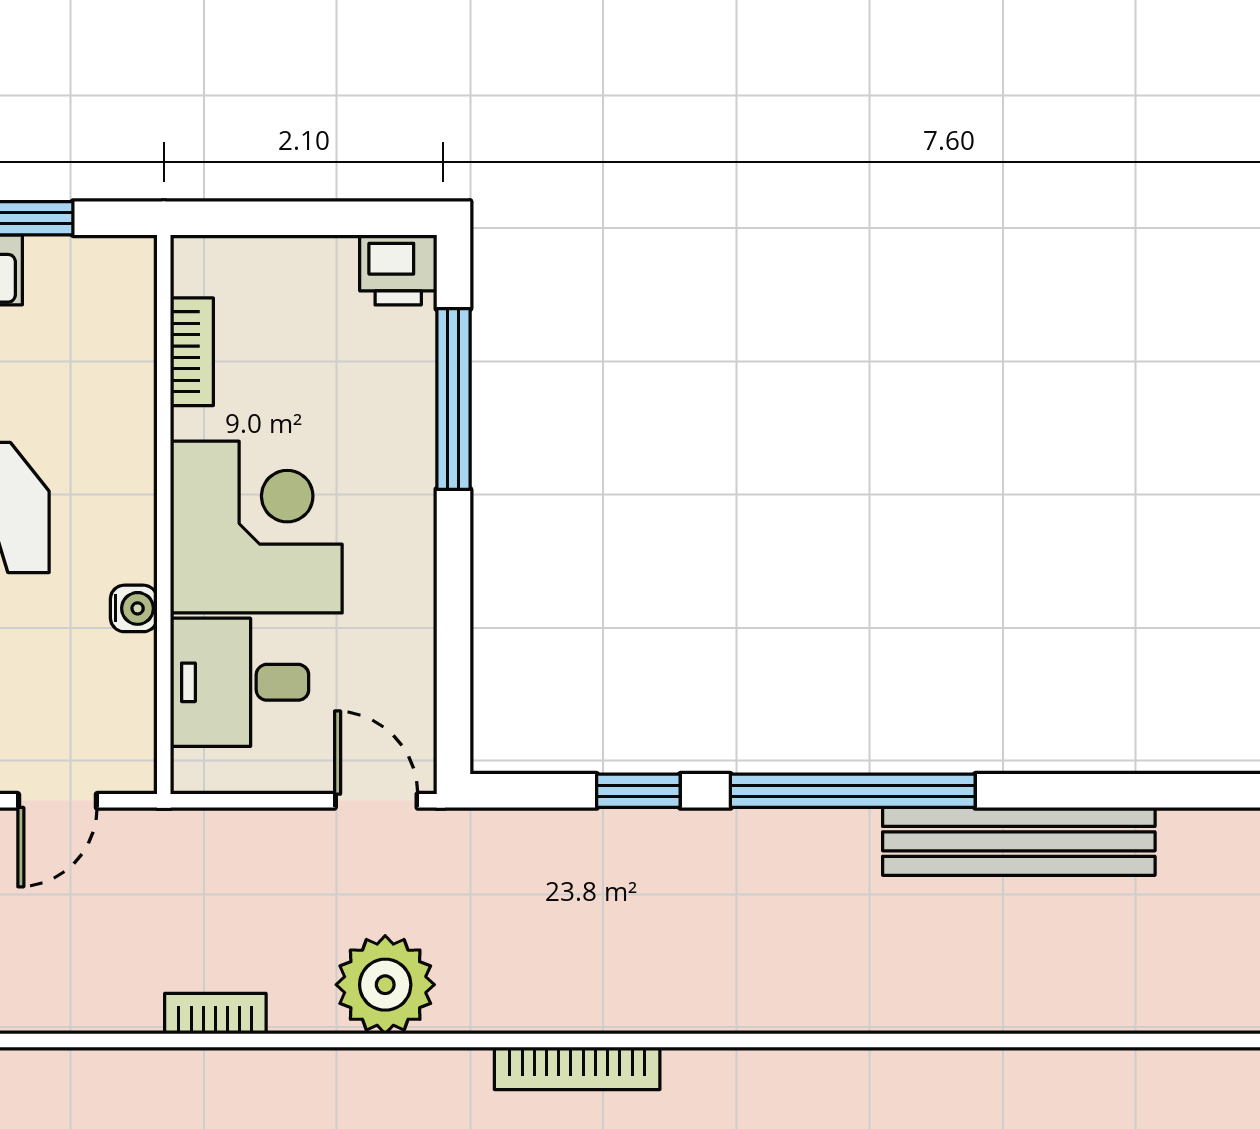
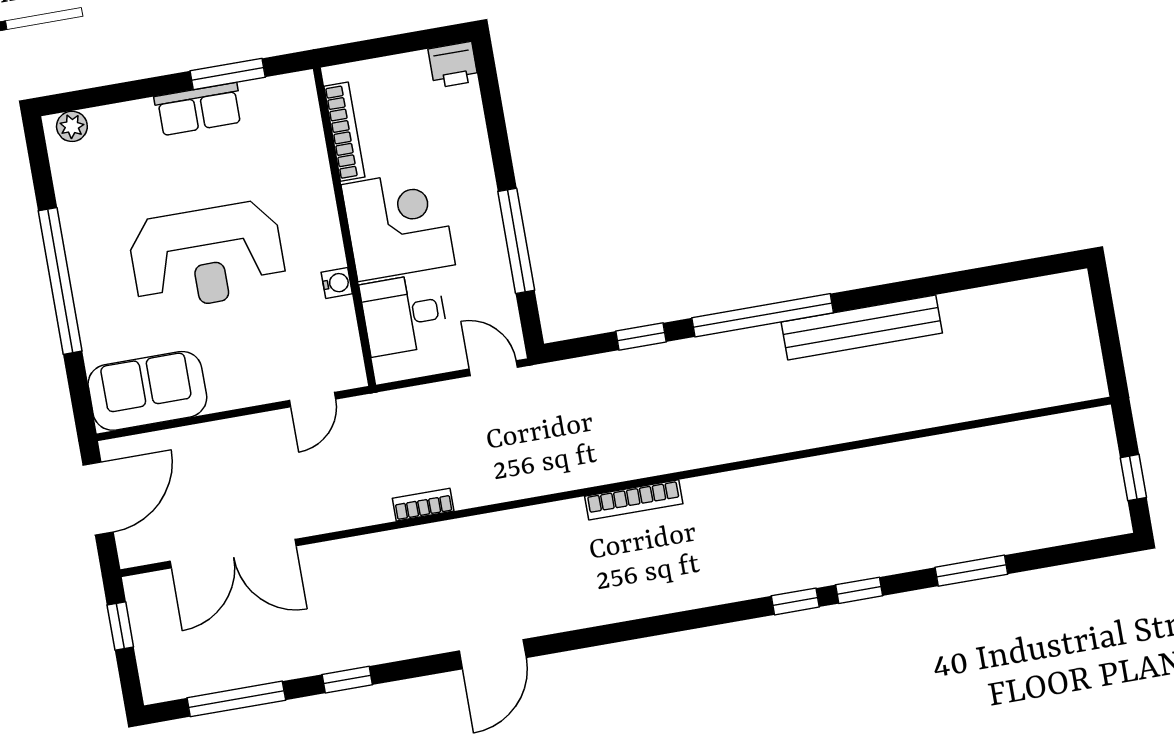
bookcase: (192, 352) -> (344, 132), width x1.56
window: (453, 399) -> (516, 241), moved
plant: (385, 985) -> (517, 472), removed

